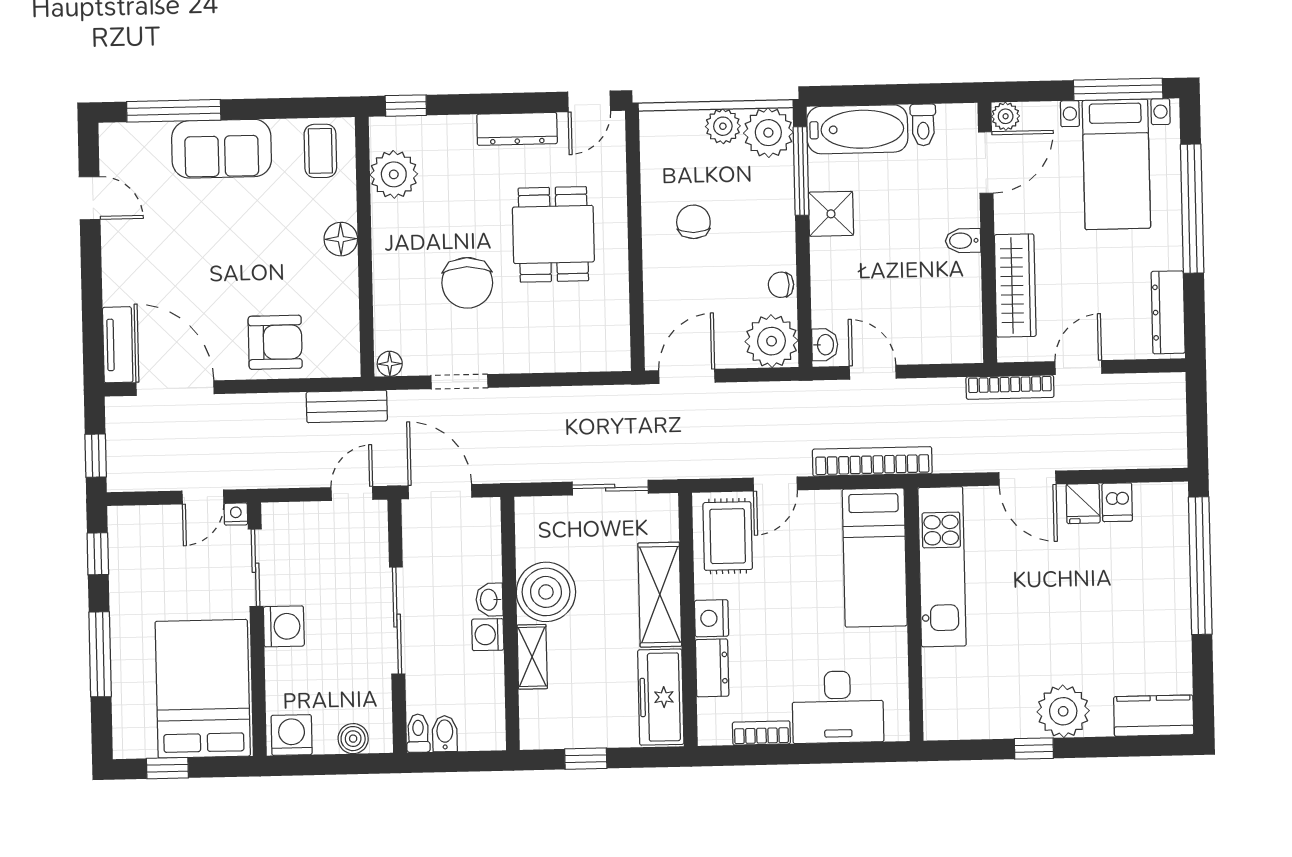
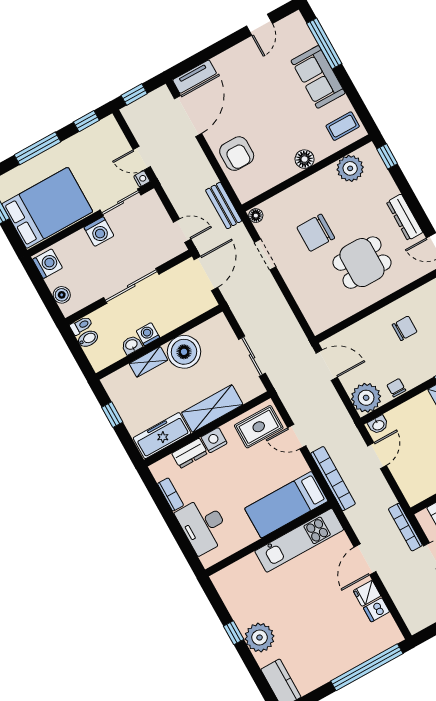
washbasin: (489, 600) -> (132, 345), moved

